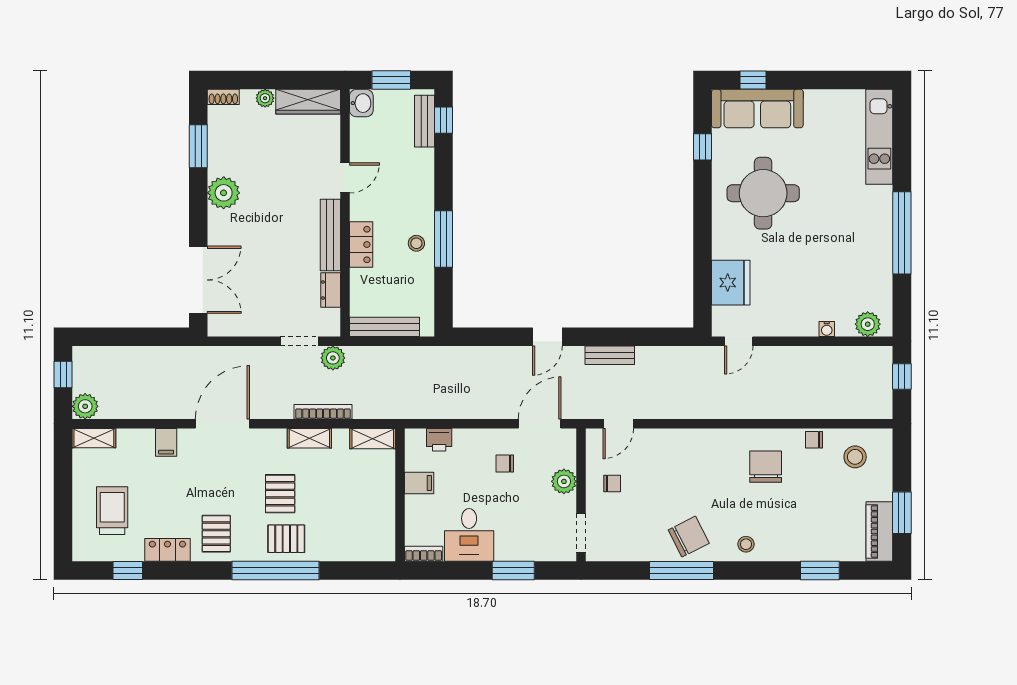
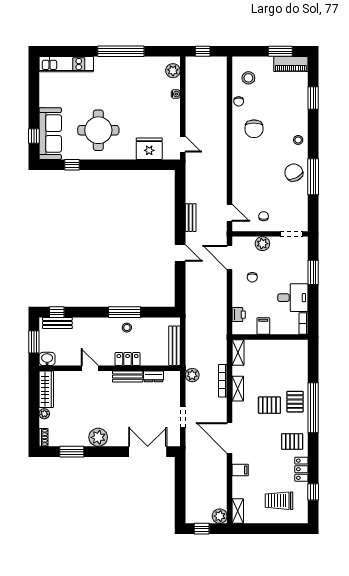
bench: (330, 235) -> (128, 377), width x0.73
doorway: (299, 341) -> (183, 417), moved
chair: (766, 467) -> (254, 129), turned -90

